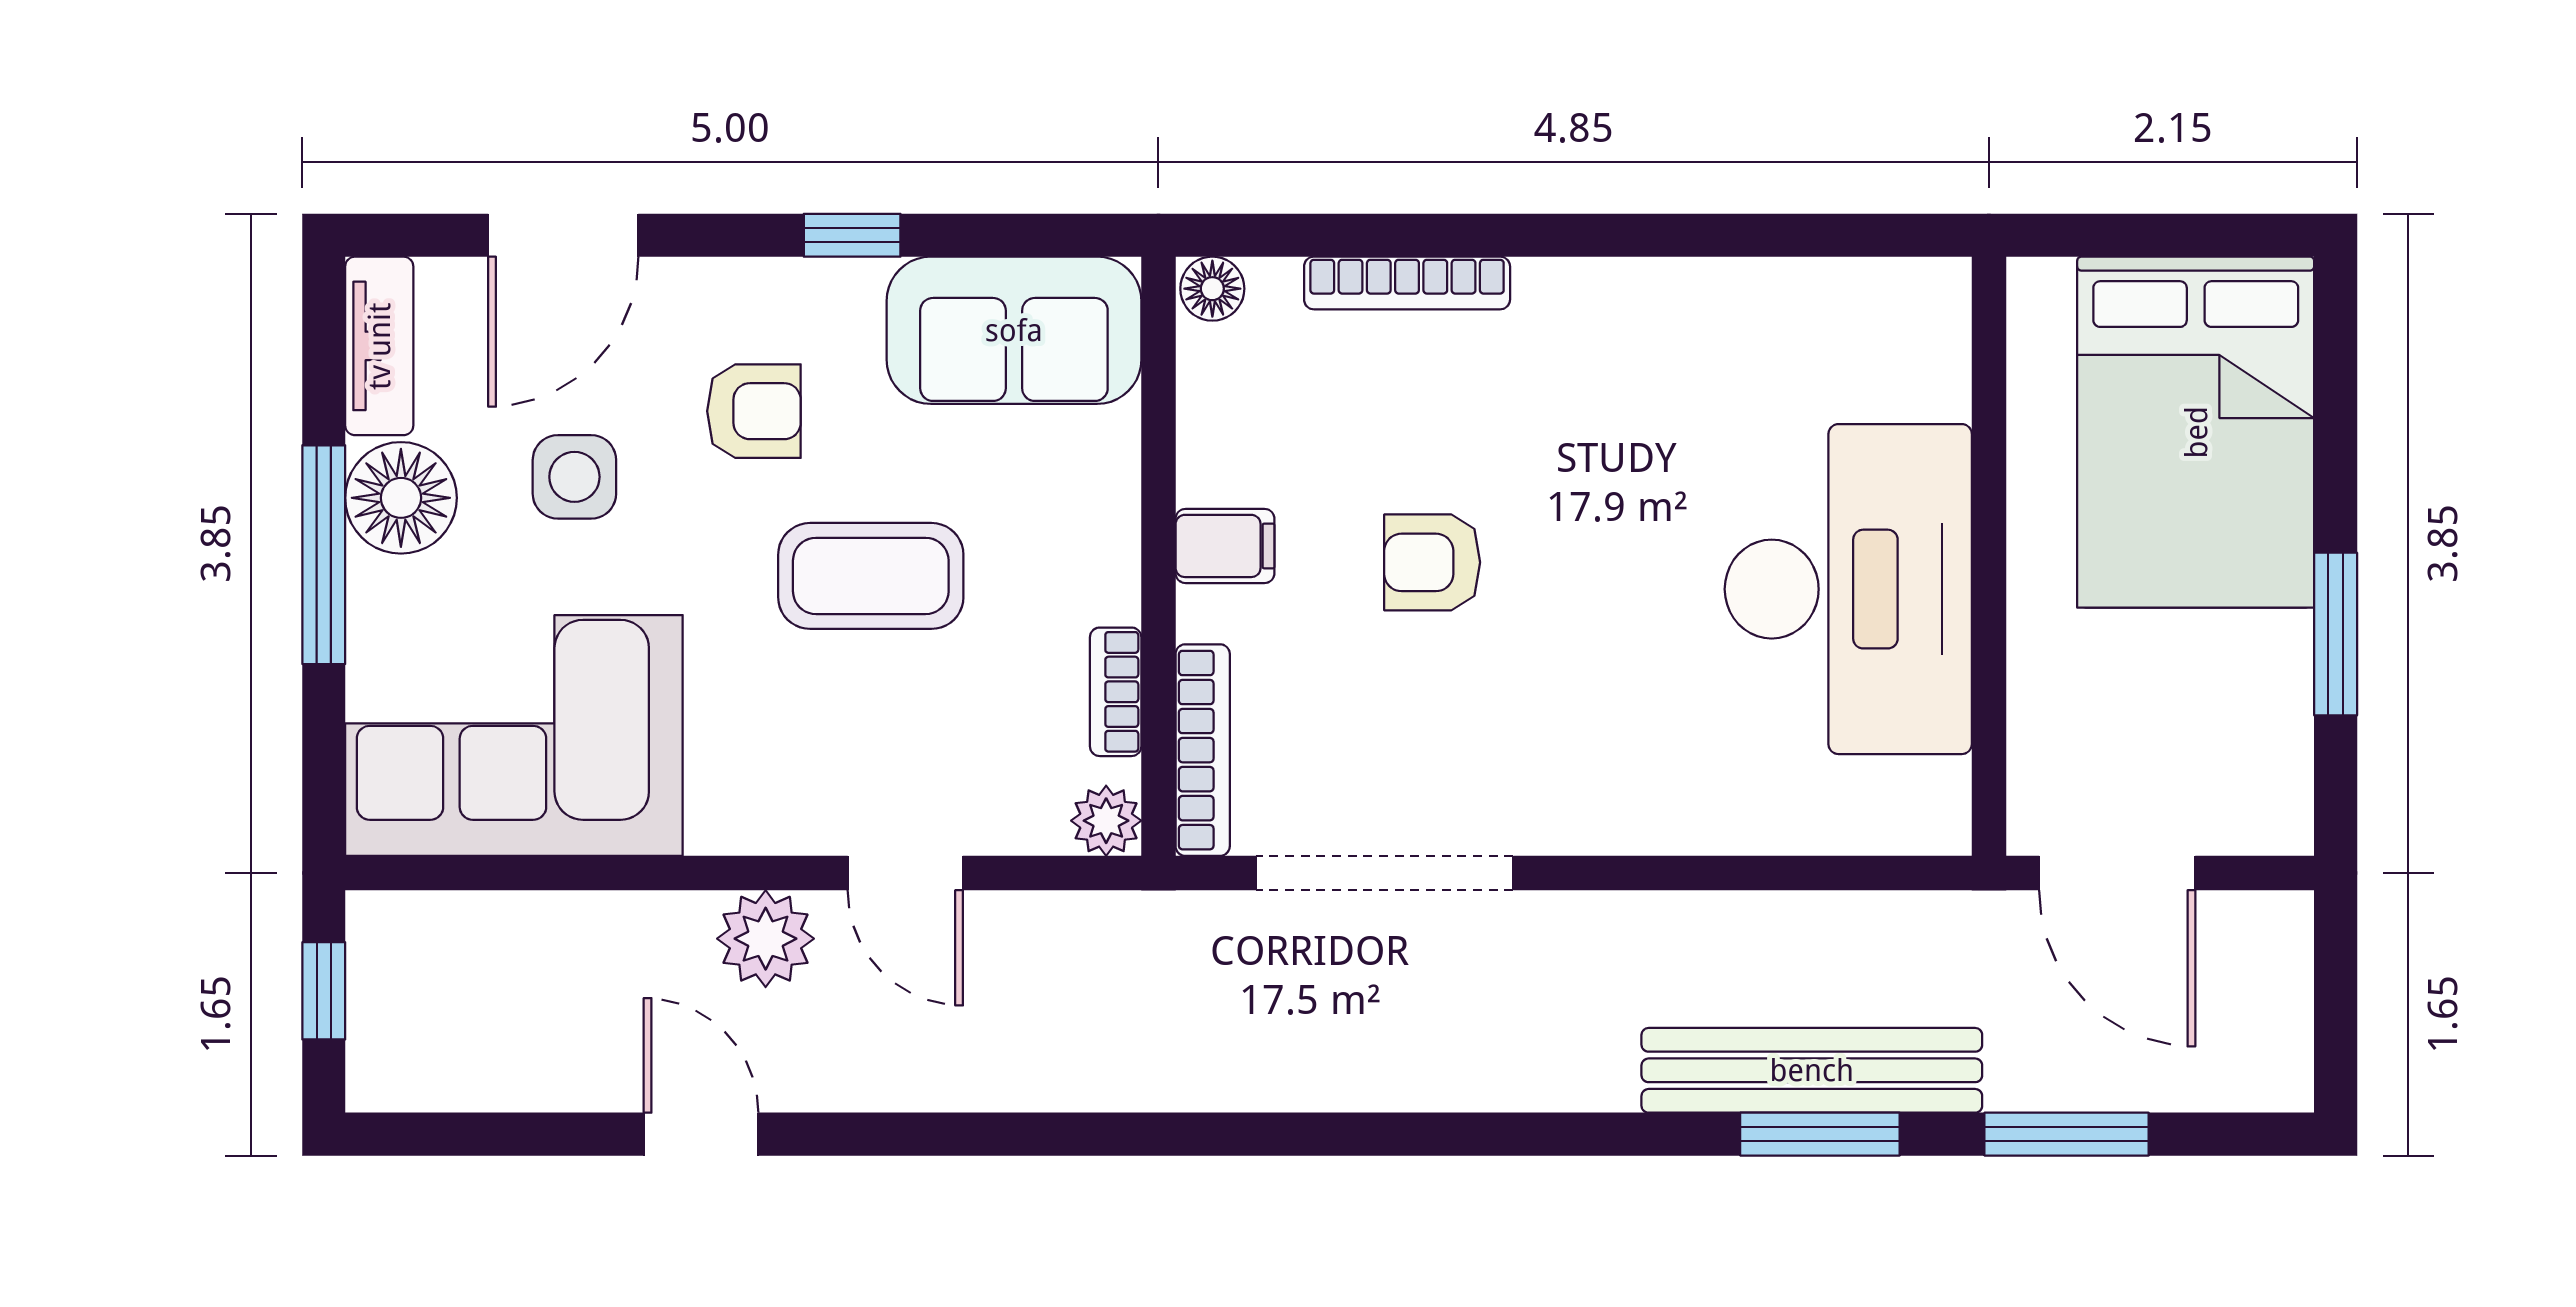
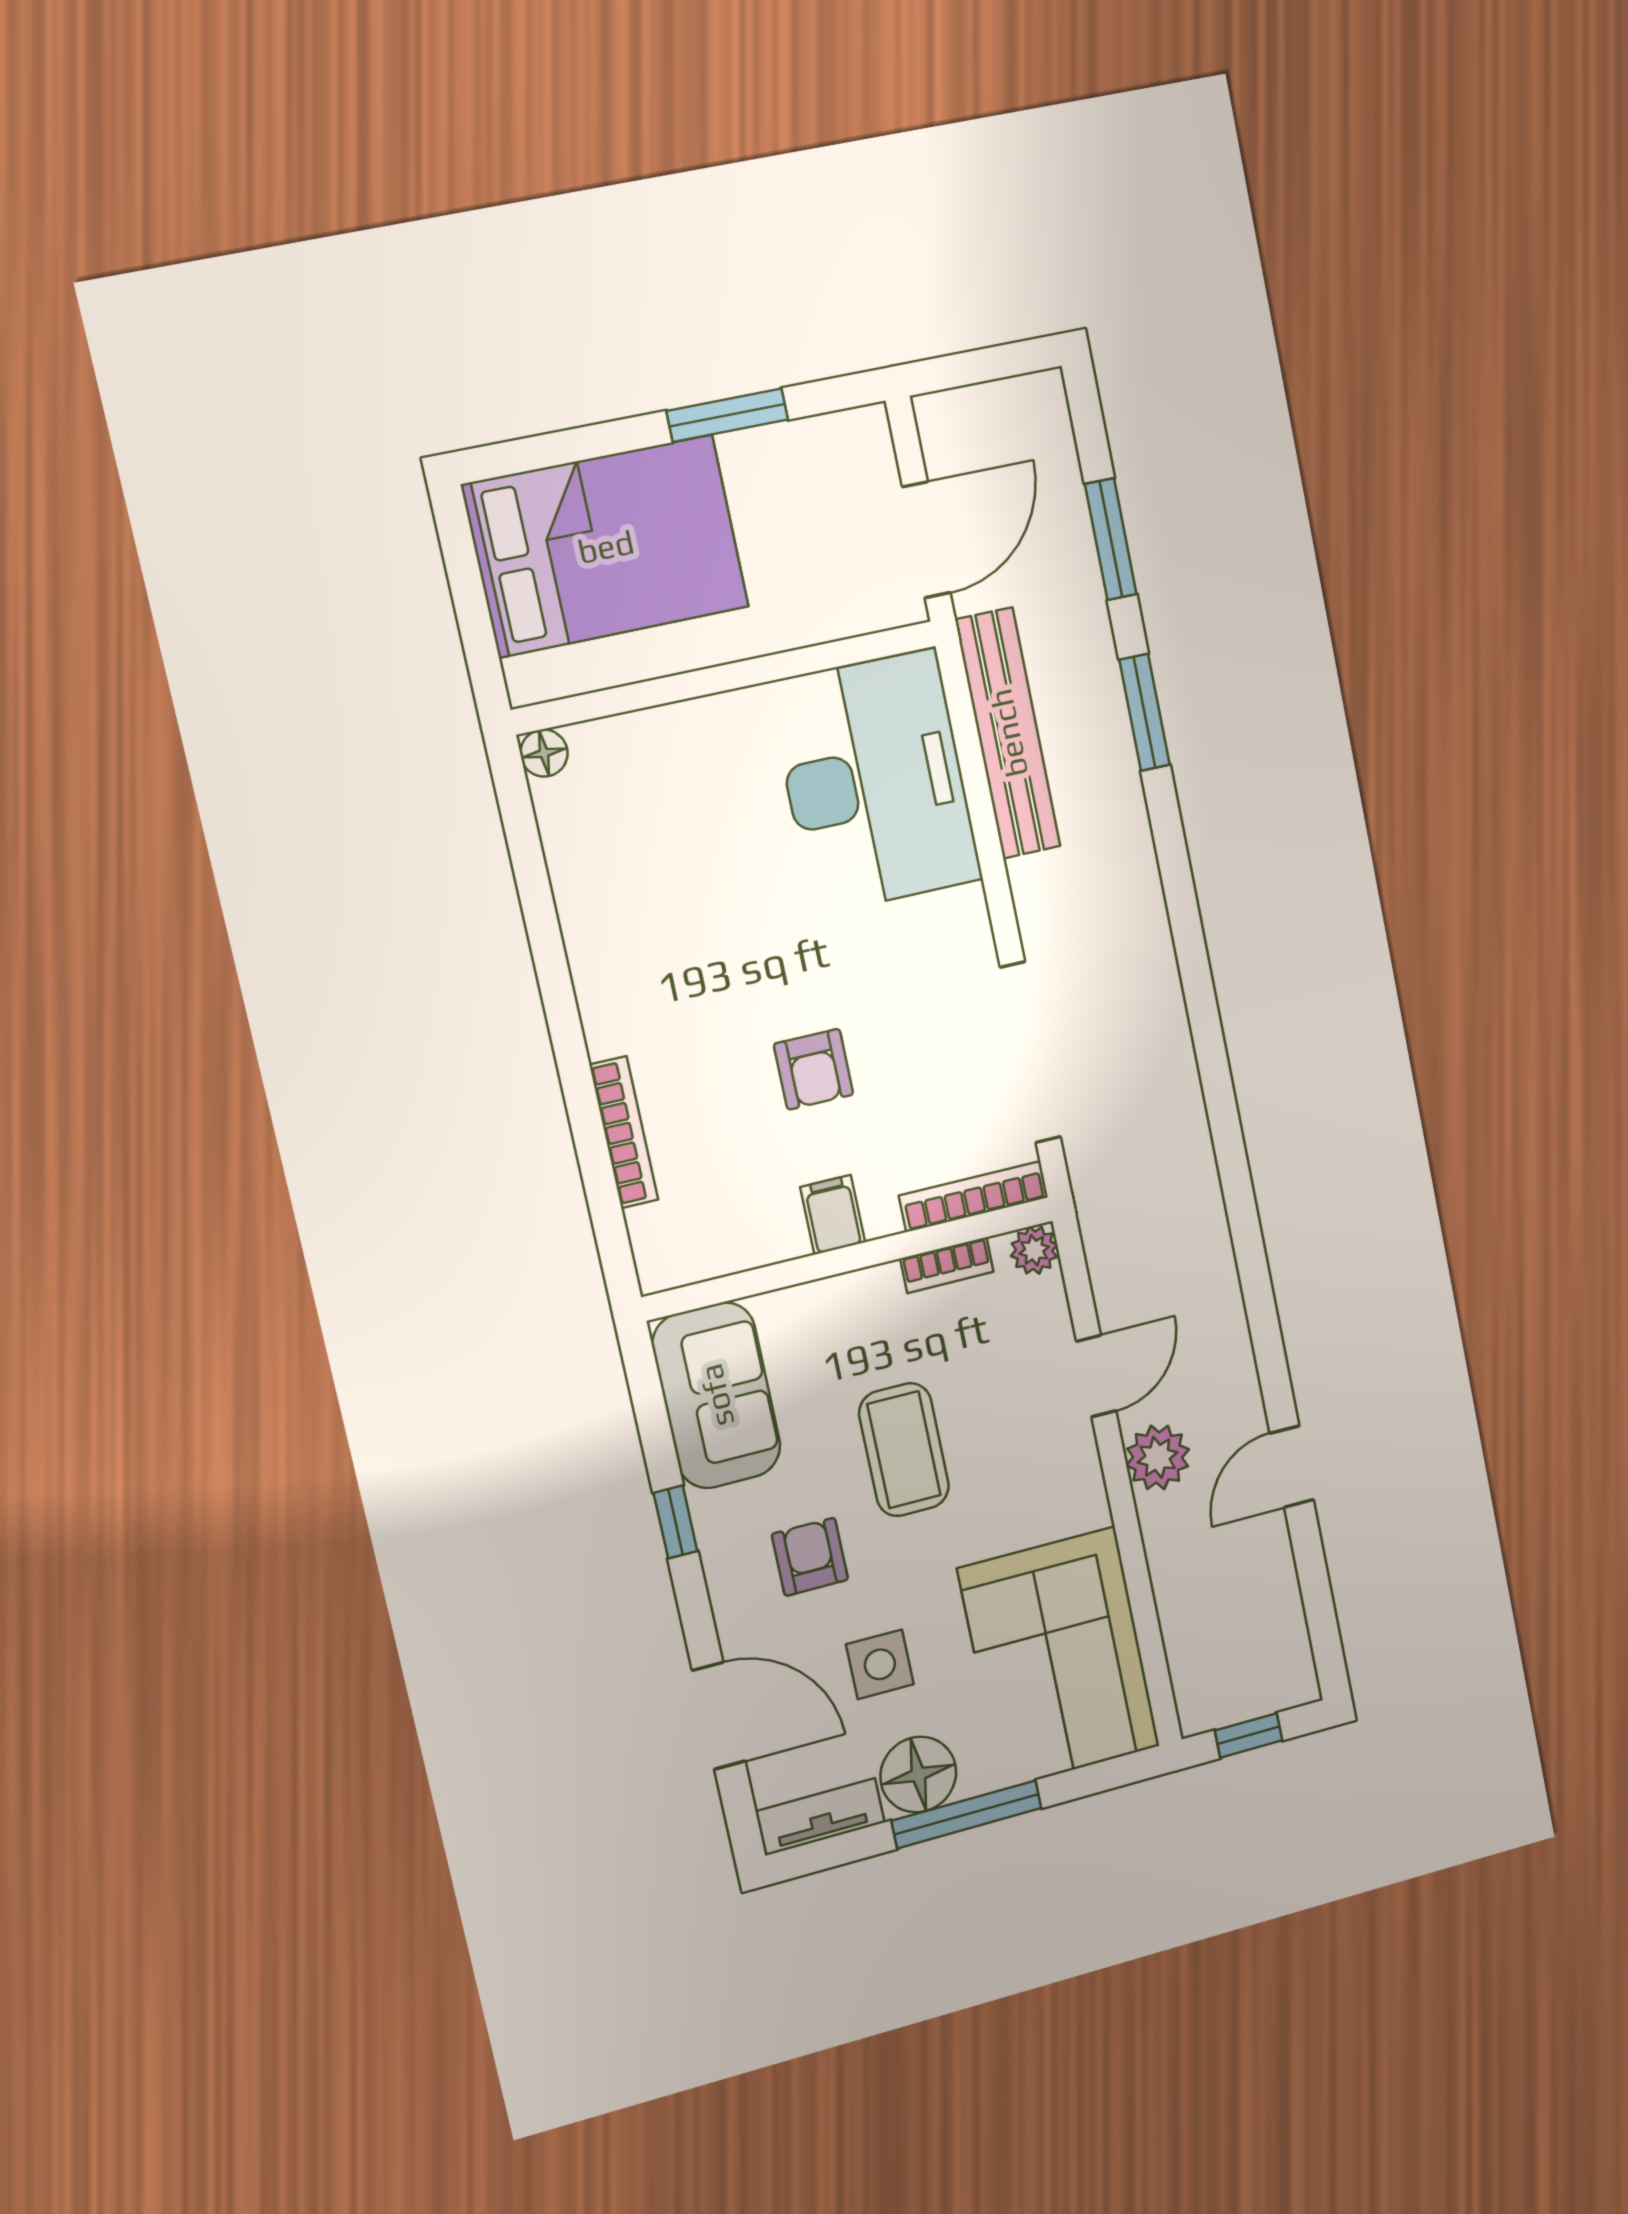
floor lamp: (1212, 289) -> (544, 753), moved
desk: (1848, 589) -> (875, 782), moved, turned 90
bench: (1812, 1070) -> (1008, 733), moved

